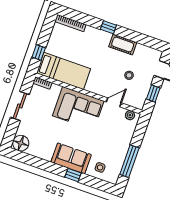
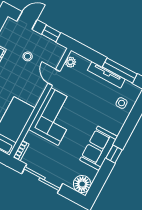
sliding door: (20, 106) -> (42, 179), width x1.37
tv unit: (124, 150) -> (106, 75), added
sofa: (71, 158) -> (99, 148), moved
window: (73, 175) -> (114, 154), moved

